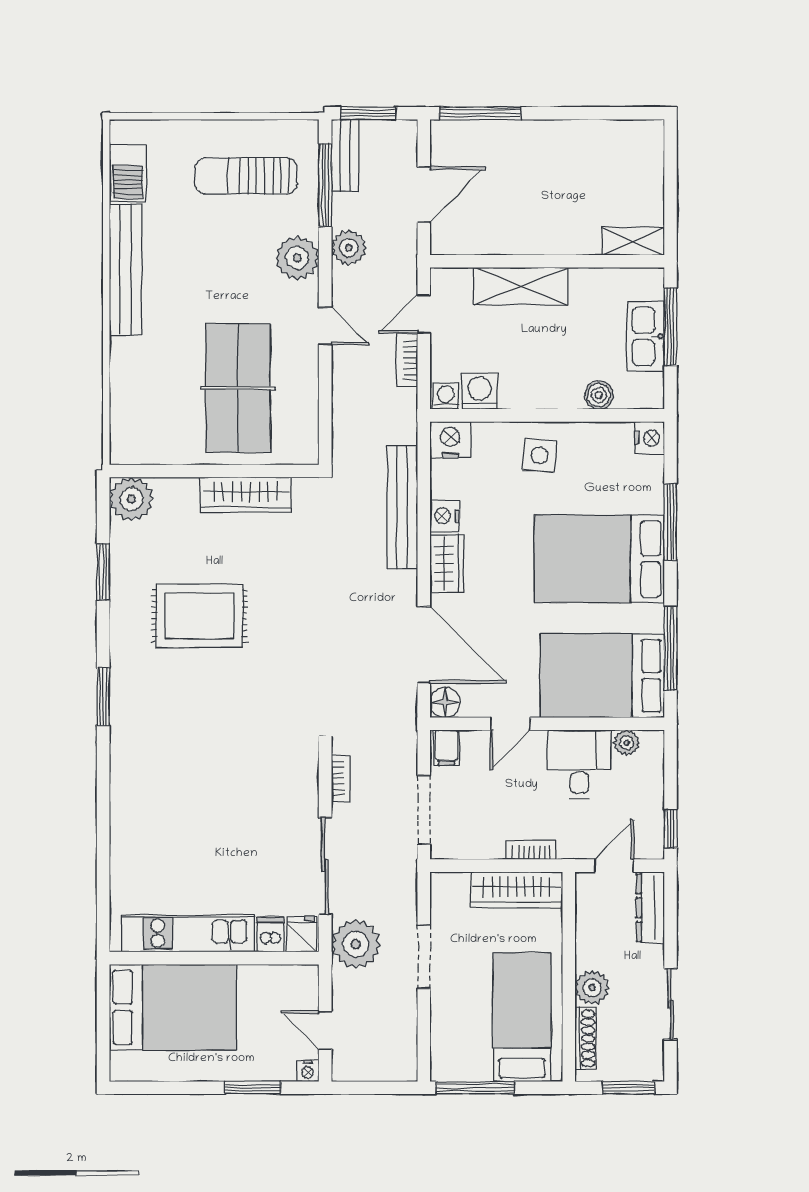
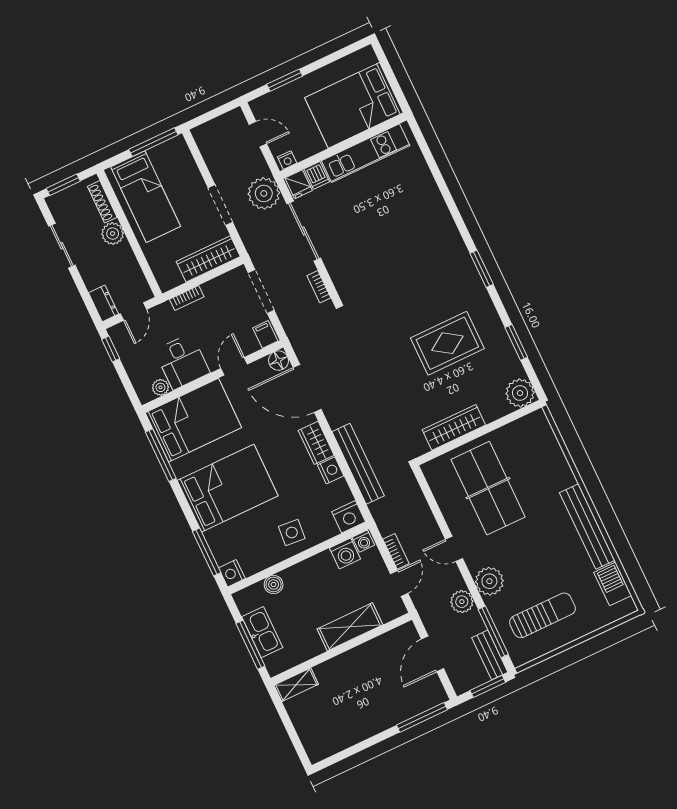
window: (671, 522) -> (207, 552), moved
wardrobe: (517, 890) -> (208, 259), moved
dresser: (650, 908) -> (104, 303), width x0.70
nightstand: (308, 1071) -> (287, 160), moved, turned 180

